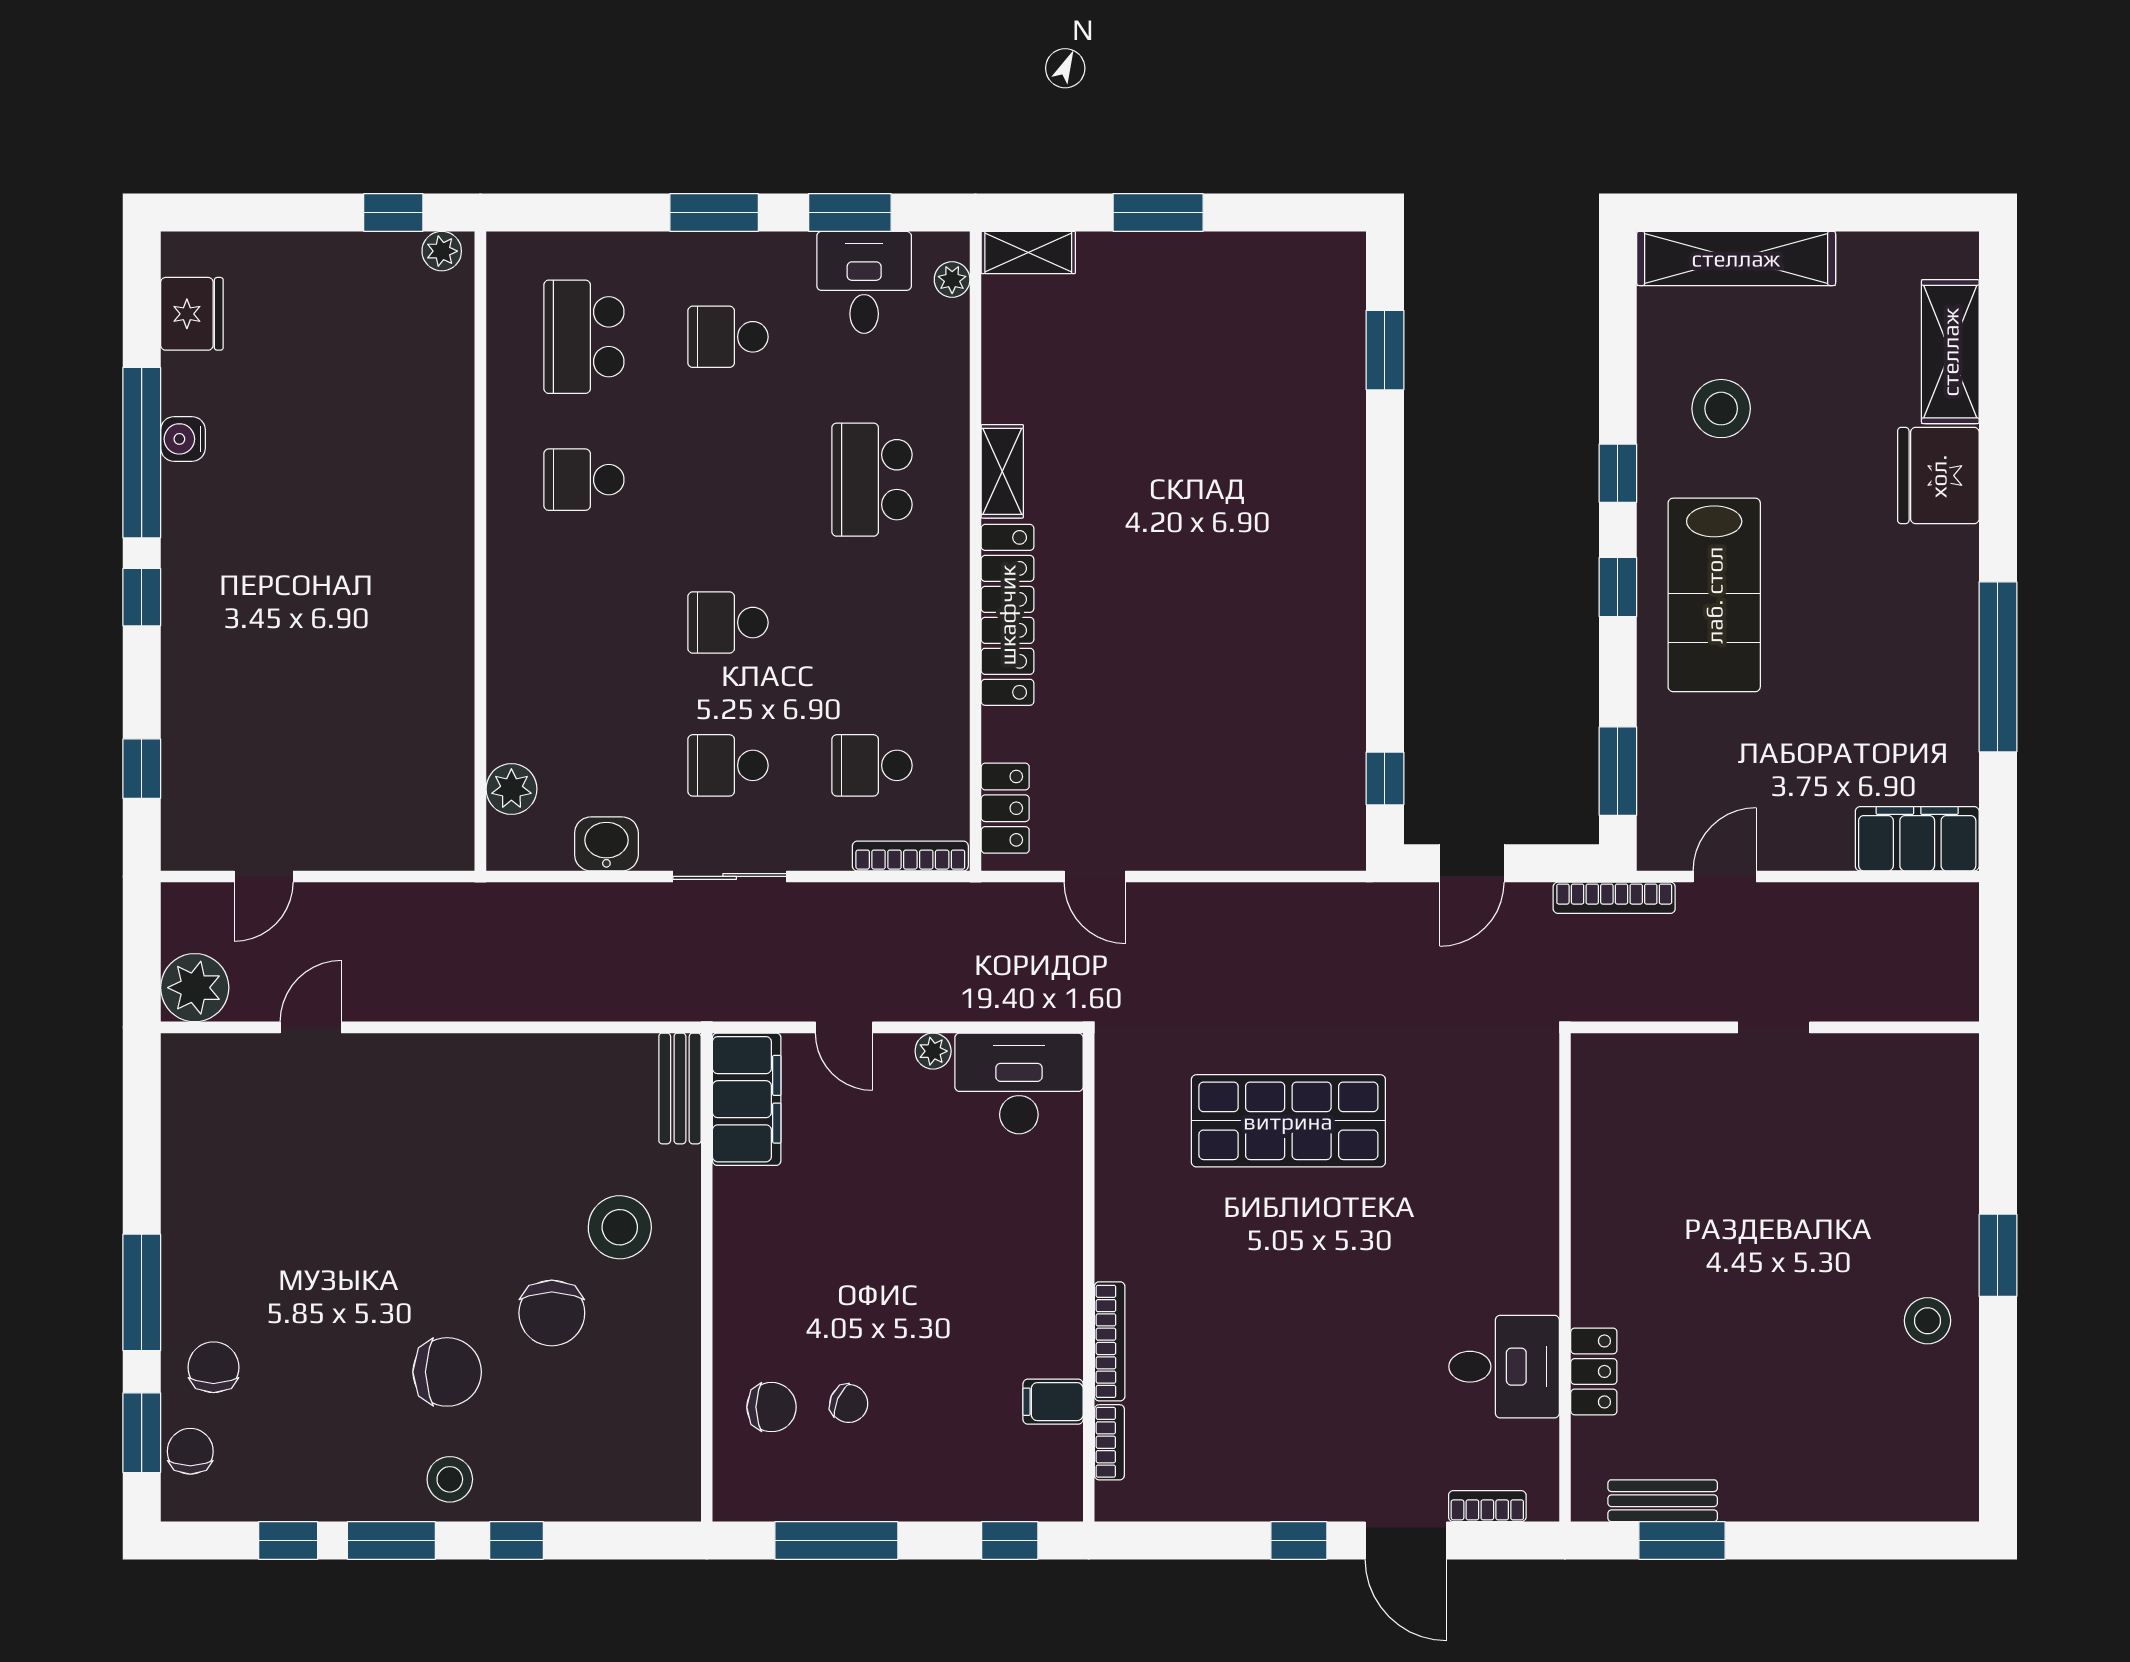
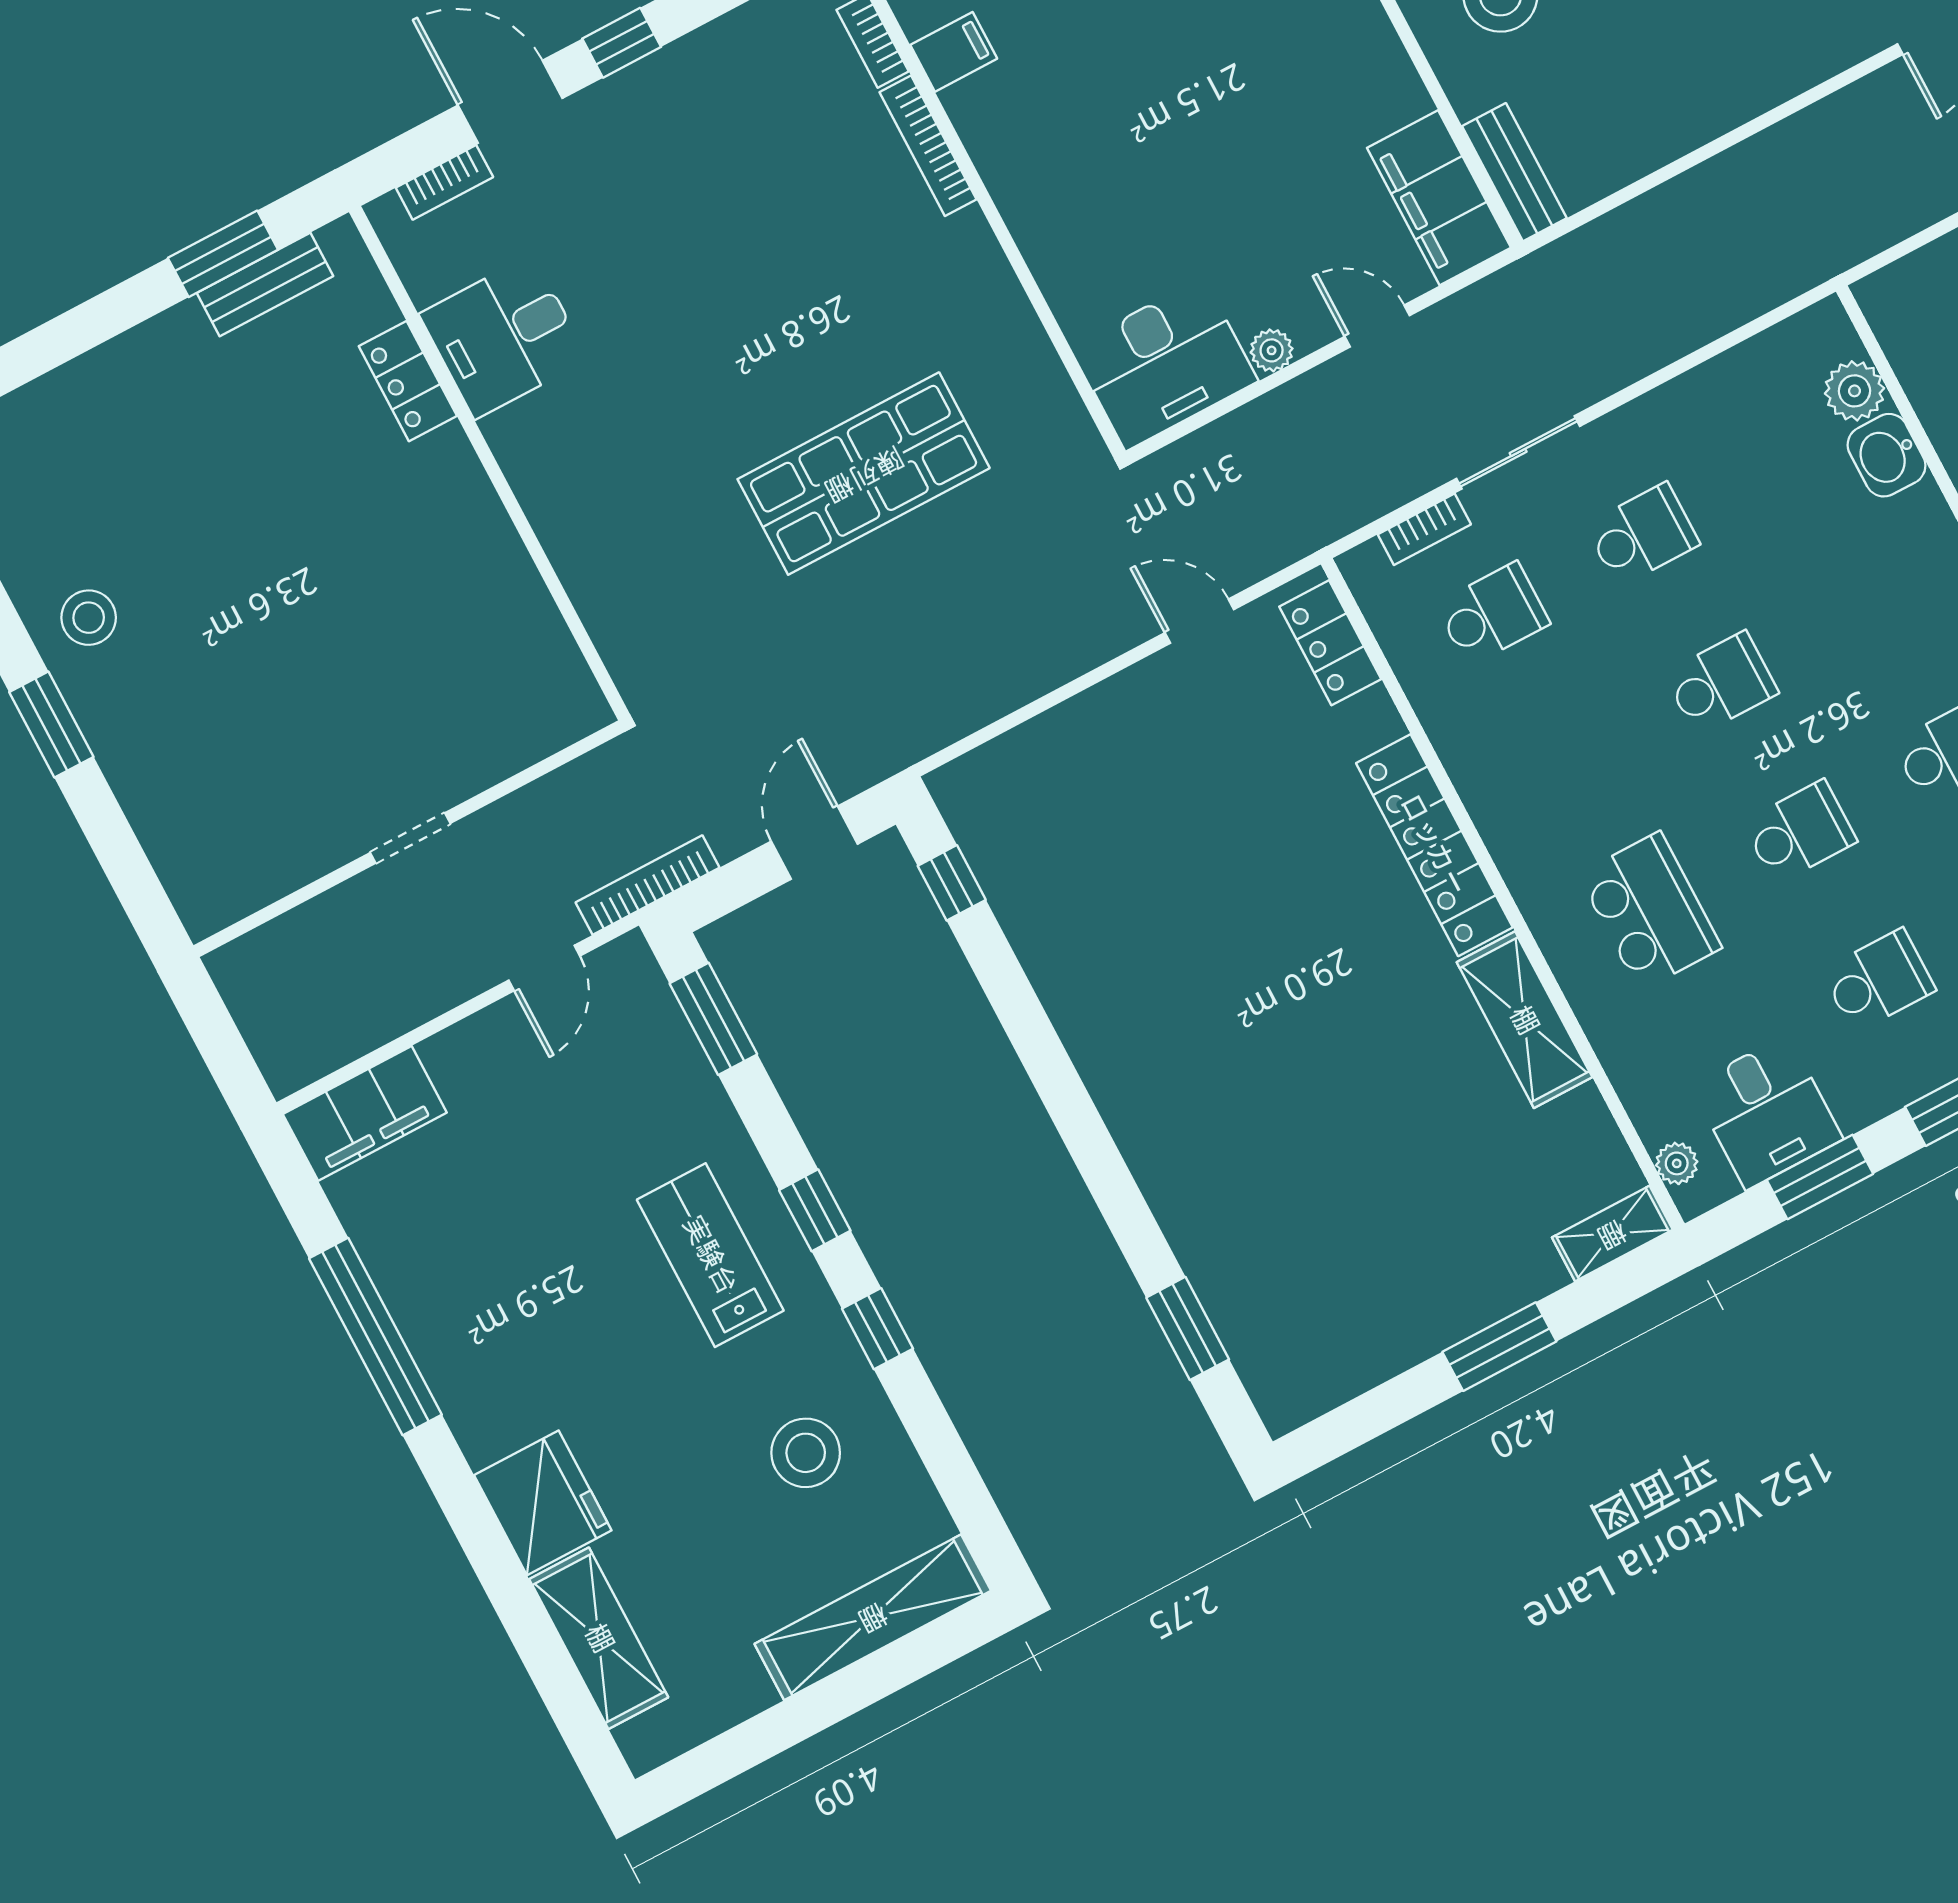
shelving: (1002, 471) -> (1524, 1020), width x1.50, depth x1.33
school desk: (728, 480) -> (1800, 832), added
lab bench: (1714, 595) -> (710, 1255), width x0.73, depth x0.72
washbasin: (606, 844) -> (1887, 455), moved, turned 90
bookcase: (910, 856) -> (1424, 529), width x0.64
sliding door: (730, 876) -> (1518, 452), moved

